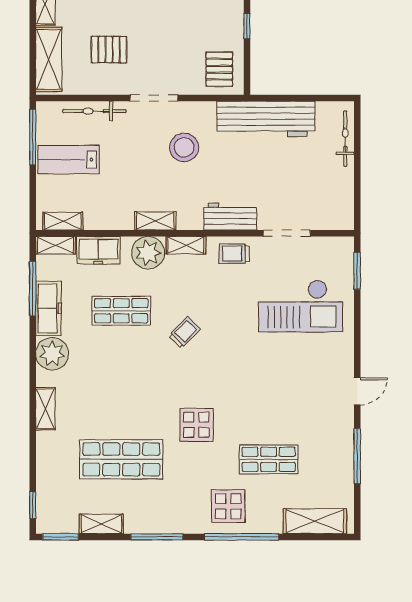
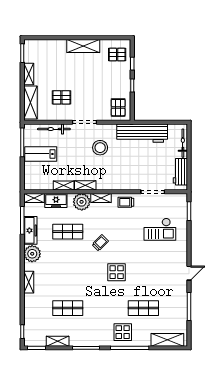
workbench: (230, 217) -> (180, 172), moved, turned -90
shelving: (63, 221) -> (64, 186), moved
checkout: (301, 306) -> (160, 229), width x0.73, depth x0.83
display table: (196, 425) -> (117, 272), moved
shop shelf: (121, 459) -> (68, 308), width x0.70, depth x0.74

